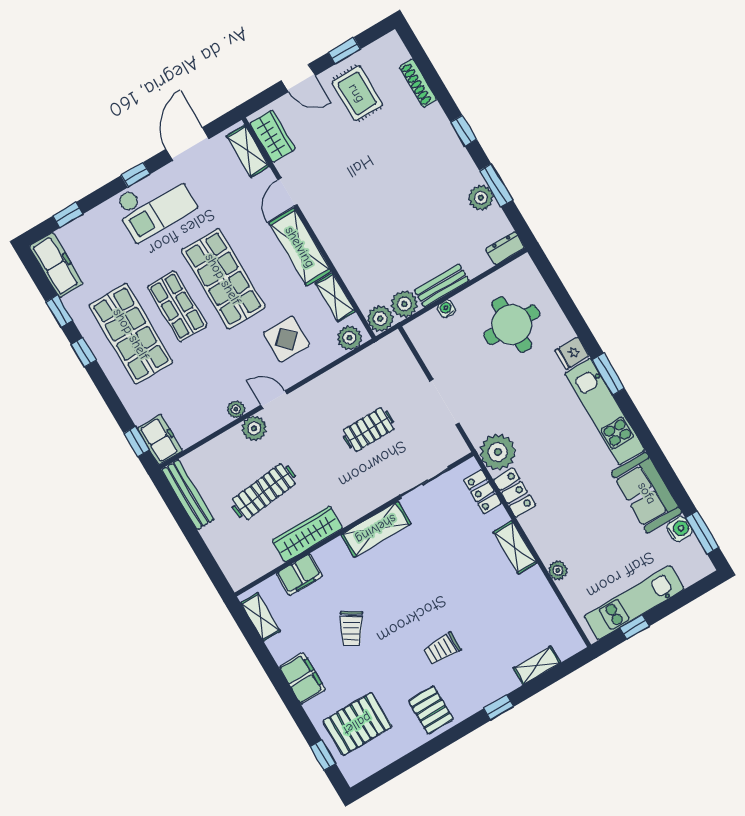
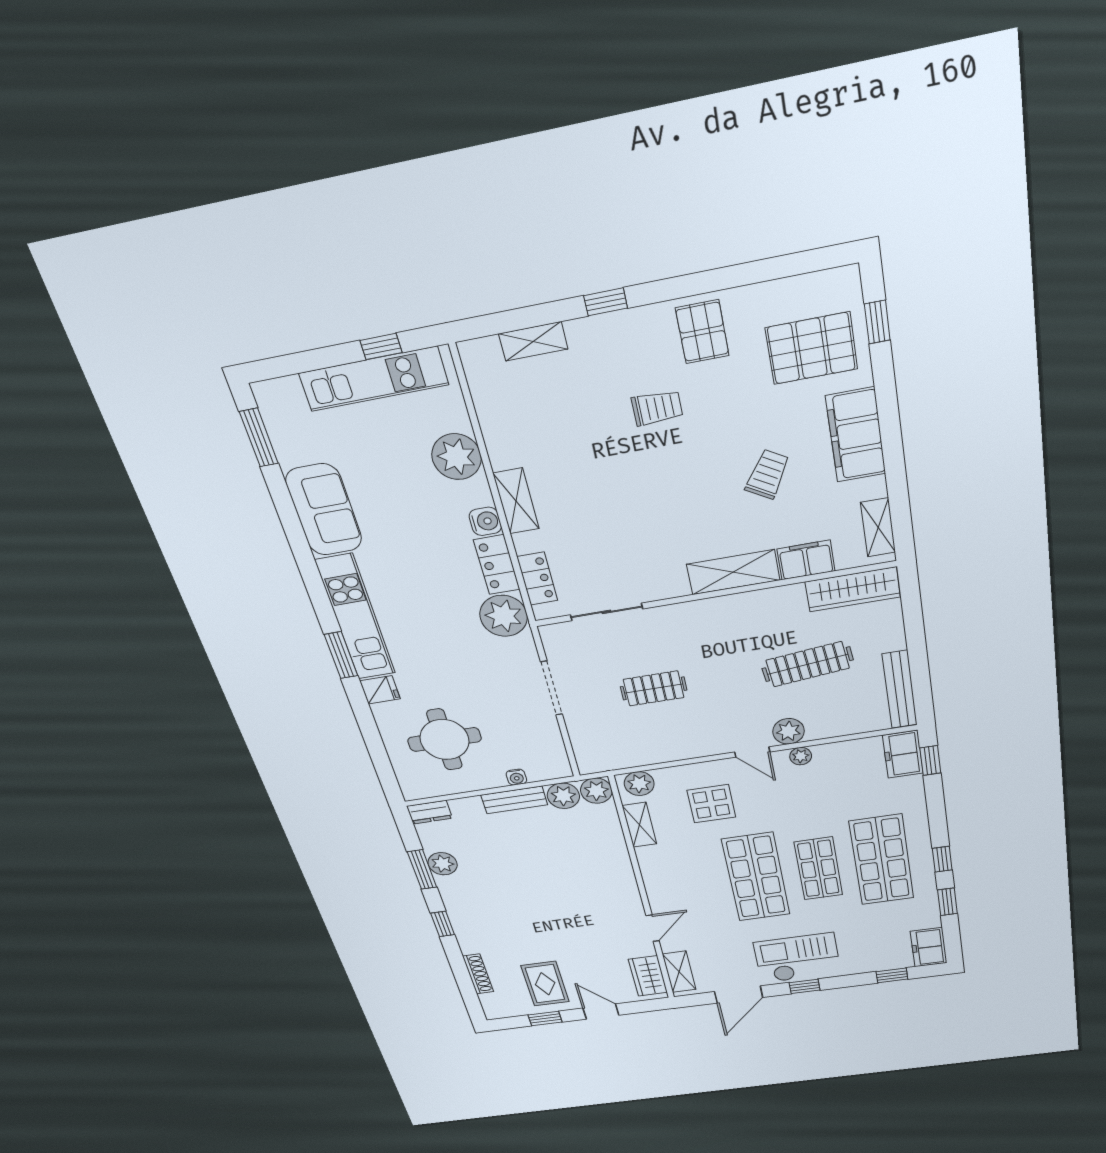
shelving: (300, 247) -> (659, 879), removed
freezer: (56, 265) -> (929, 947), width x0.71
shelving: (376, 529) -> (733, 572), moved
water cooler: (679, 529) -> (485, 521), moved, turned 180
wardrobe: (307, 534) -> (853, 589), moved
plant: (558, 570) -> (456, 457), width x1.87, depth x1.87
filing cabinet: (302, 678) -> (856, 435), width x1.50, depth x1.17

